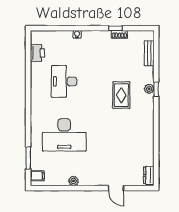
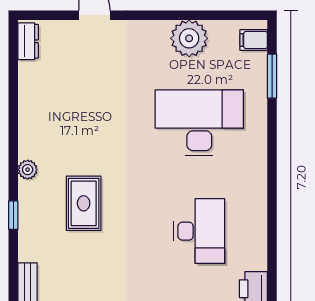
plant: (149, 89) -> (28, 170), moved
plant: (73, 181) -> (189, 38), width x1.87, depth x1.87

